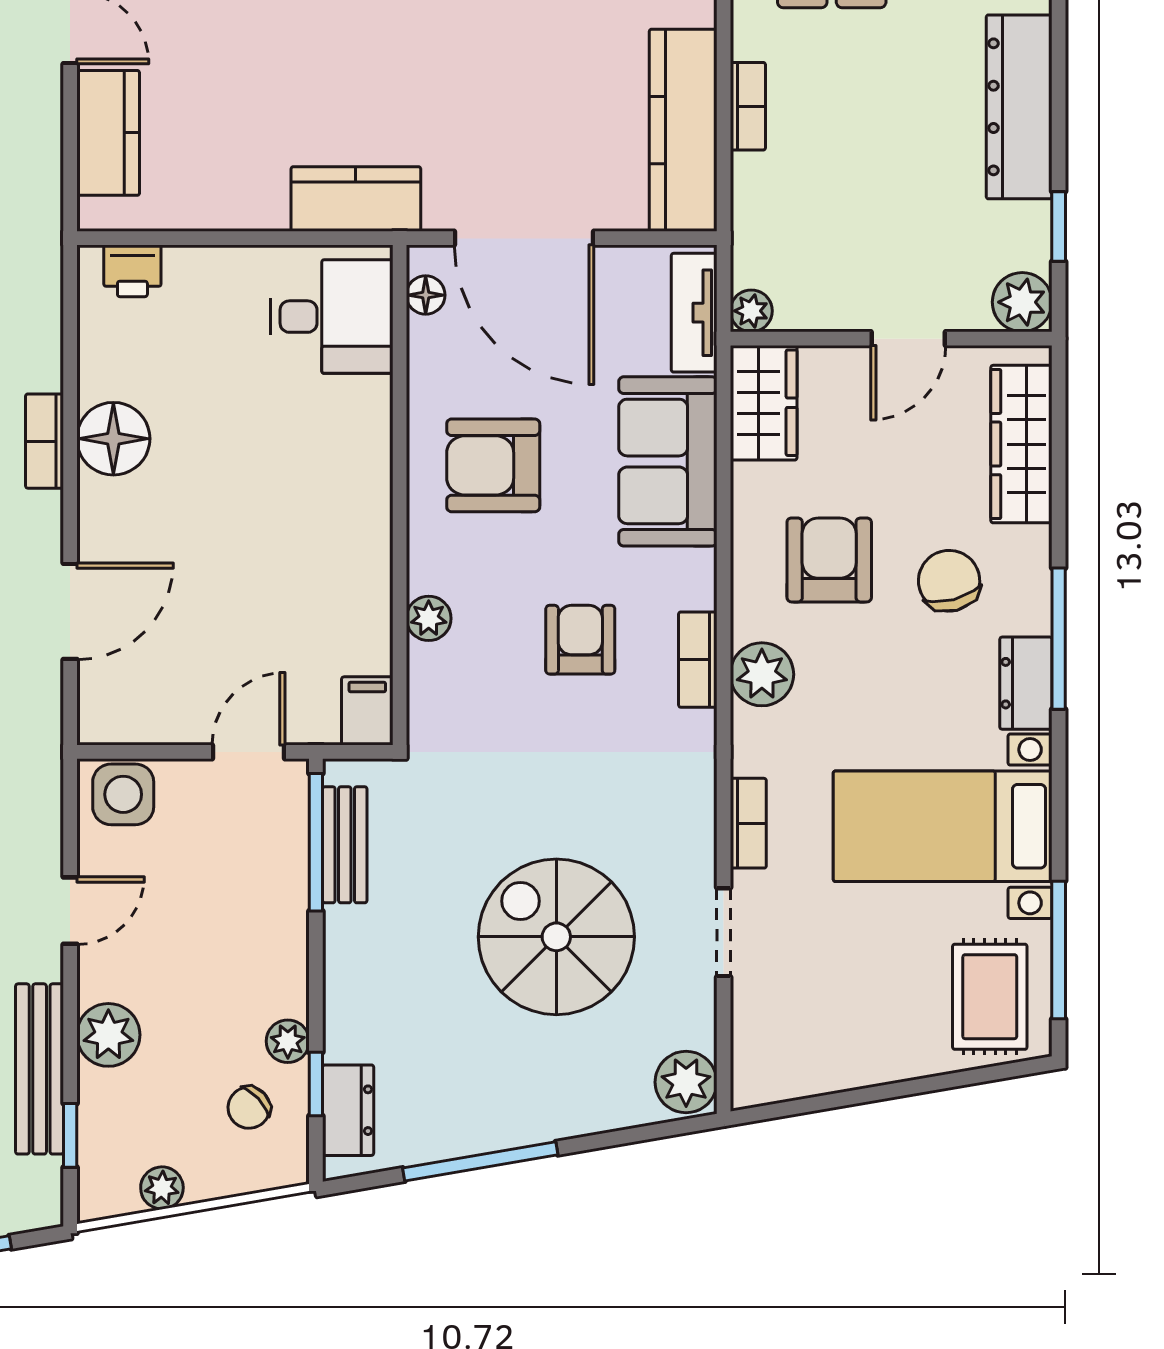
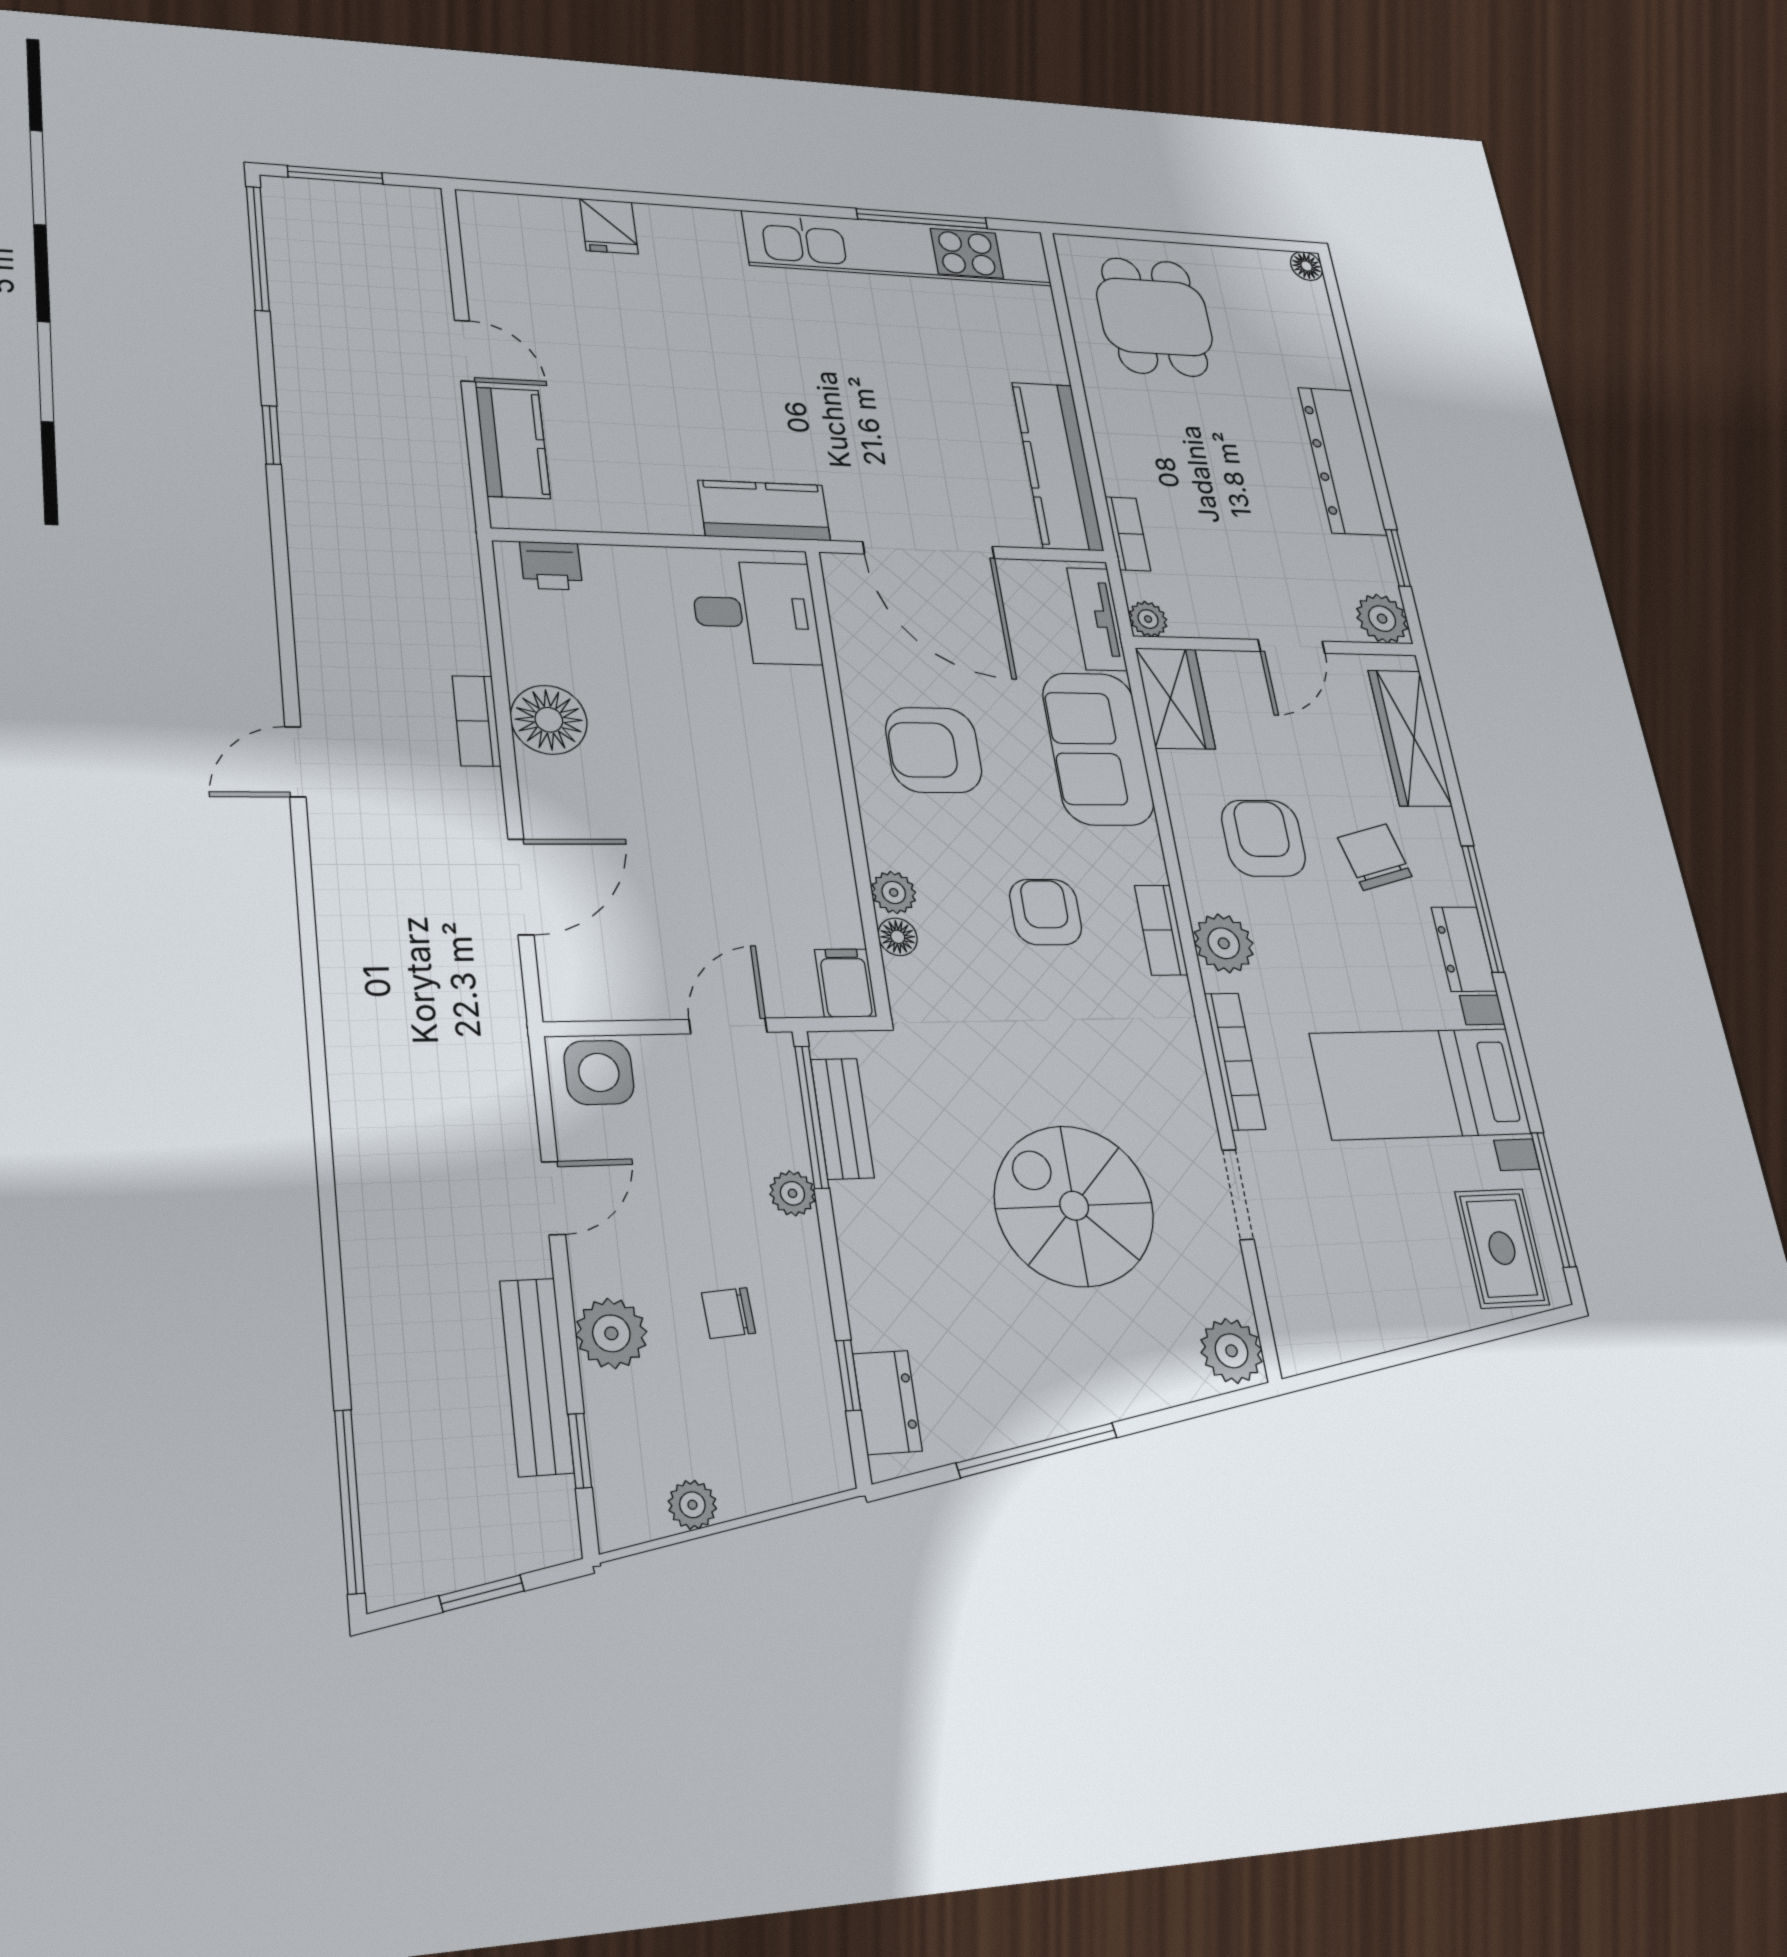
bookcase: (748, 106) -> (1128, 534), moved
floor lamp: (426, 295) -> (898, 937), moved
bookcase: (748, 823) -> (1235, 1061), width x1.56
plant: (288, 1041) -> (792, 1193), moved
chair: (249, 1108) -> (728, 1313), moved, turned 39

